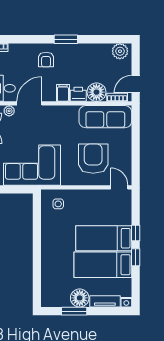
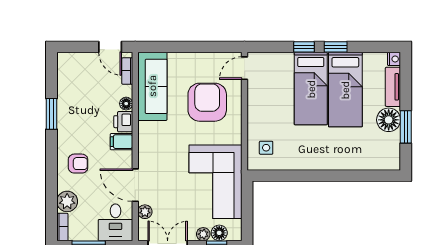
window: (66, 39) -> (52, 114), moved
plant: (120, 51) -> (67, 201), moved
floor lamp: (96, 92) -> (126, 104), width x0.53, depth x0.53
armchair: (93, 159) -> (207, 102), turned 90

